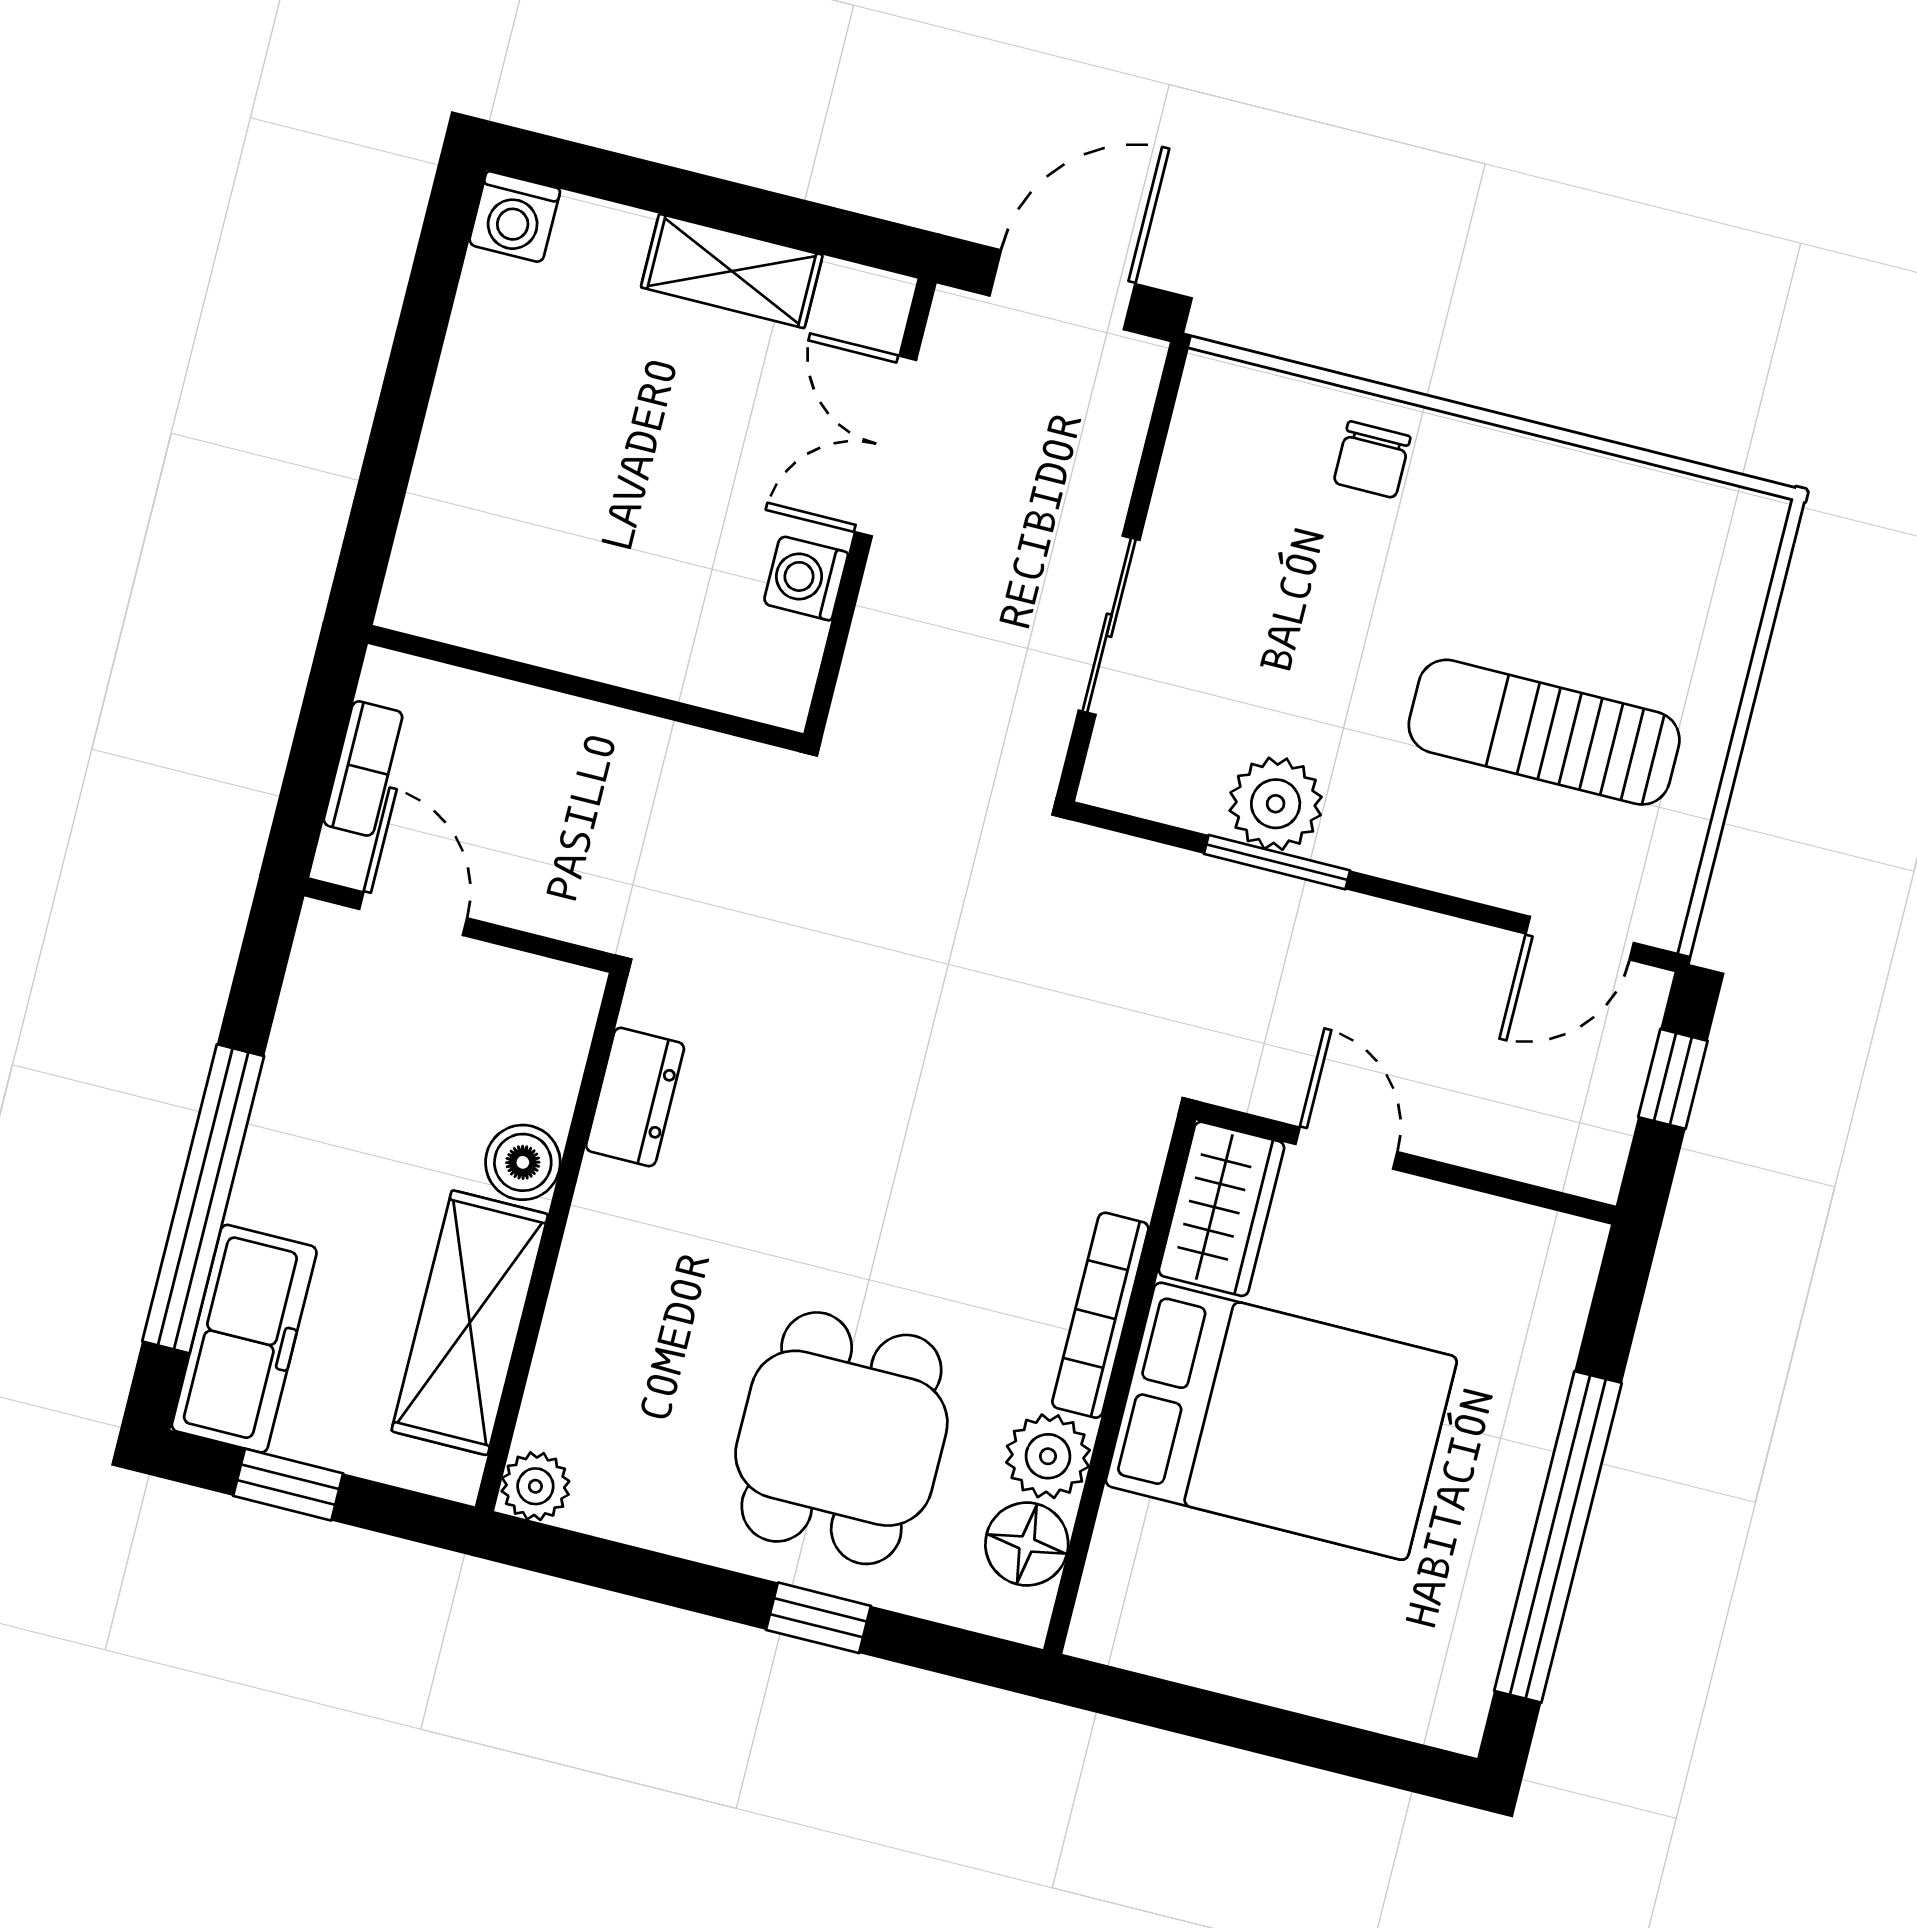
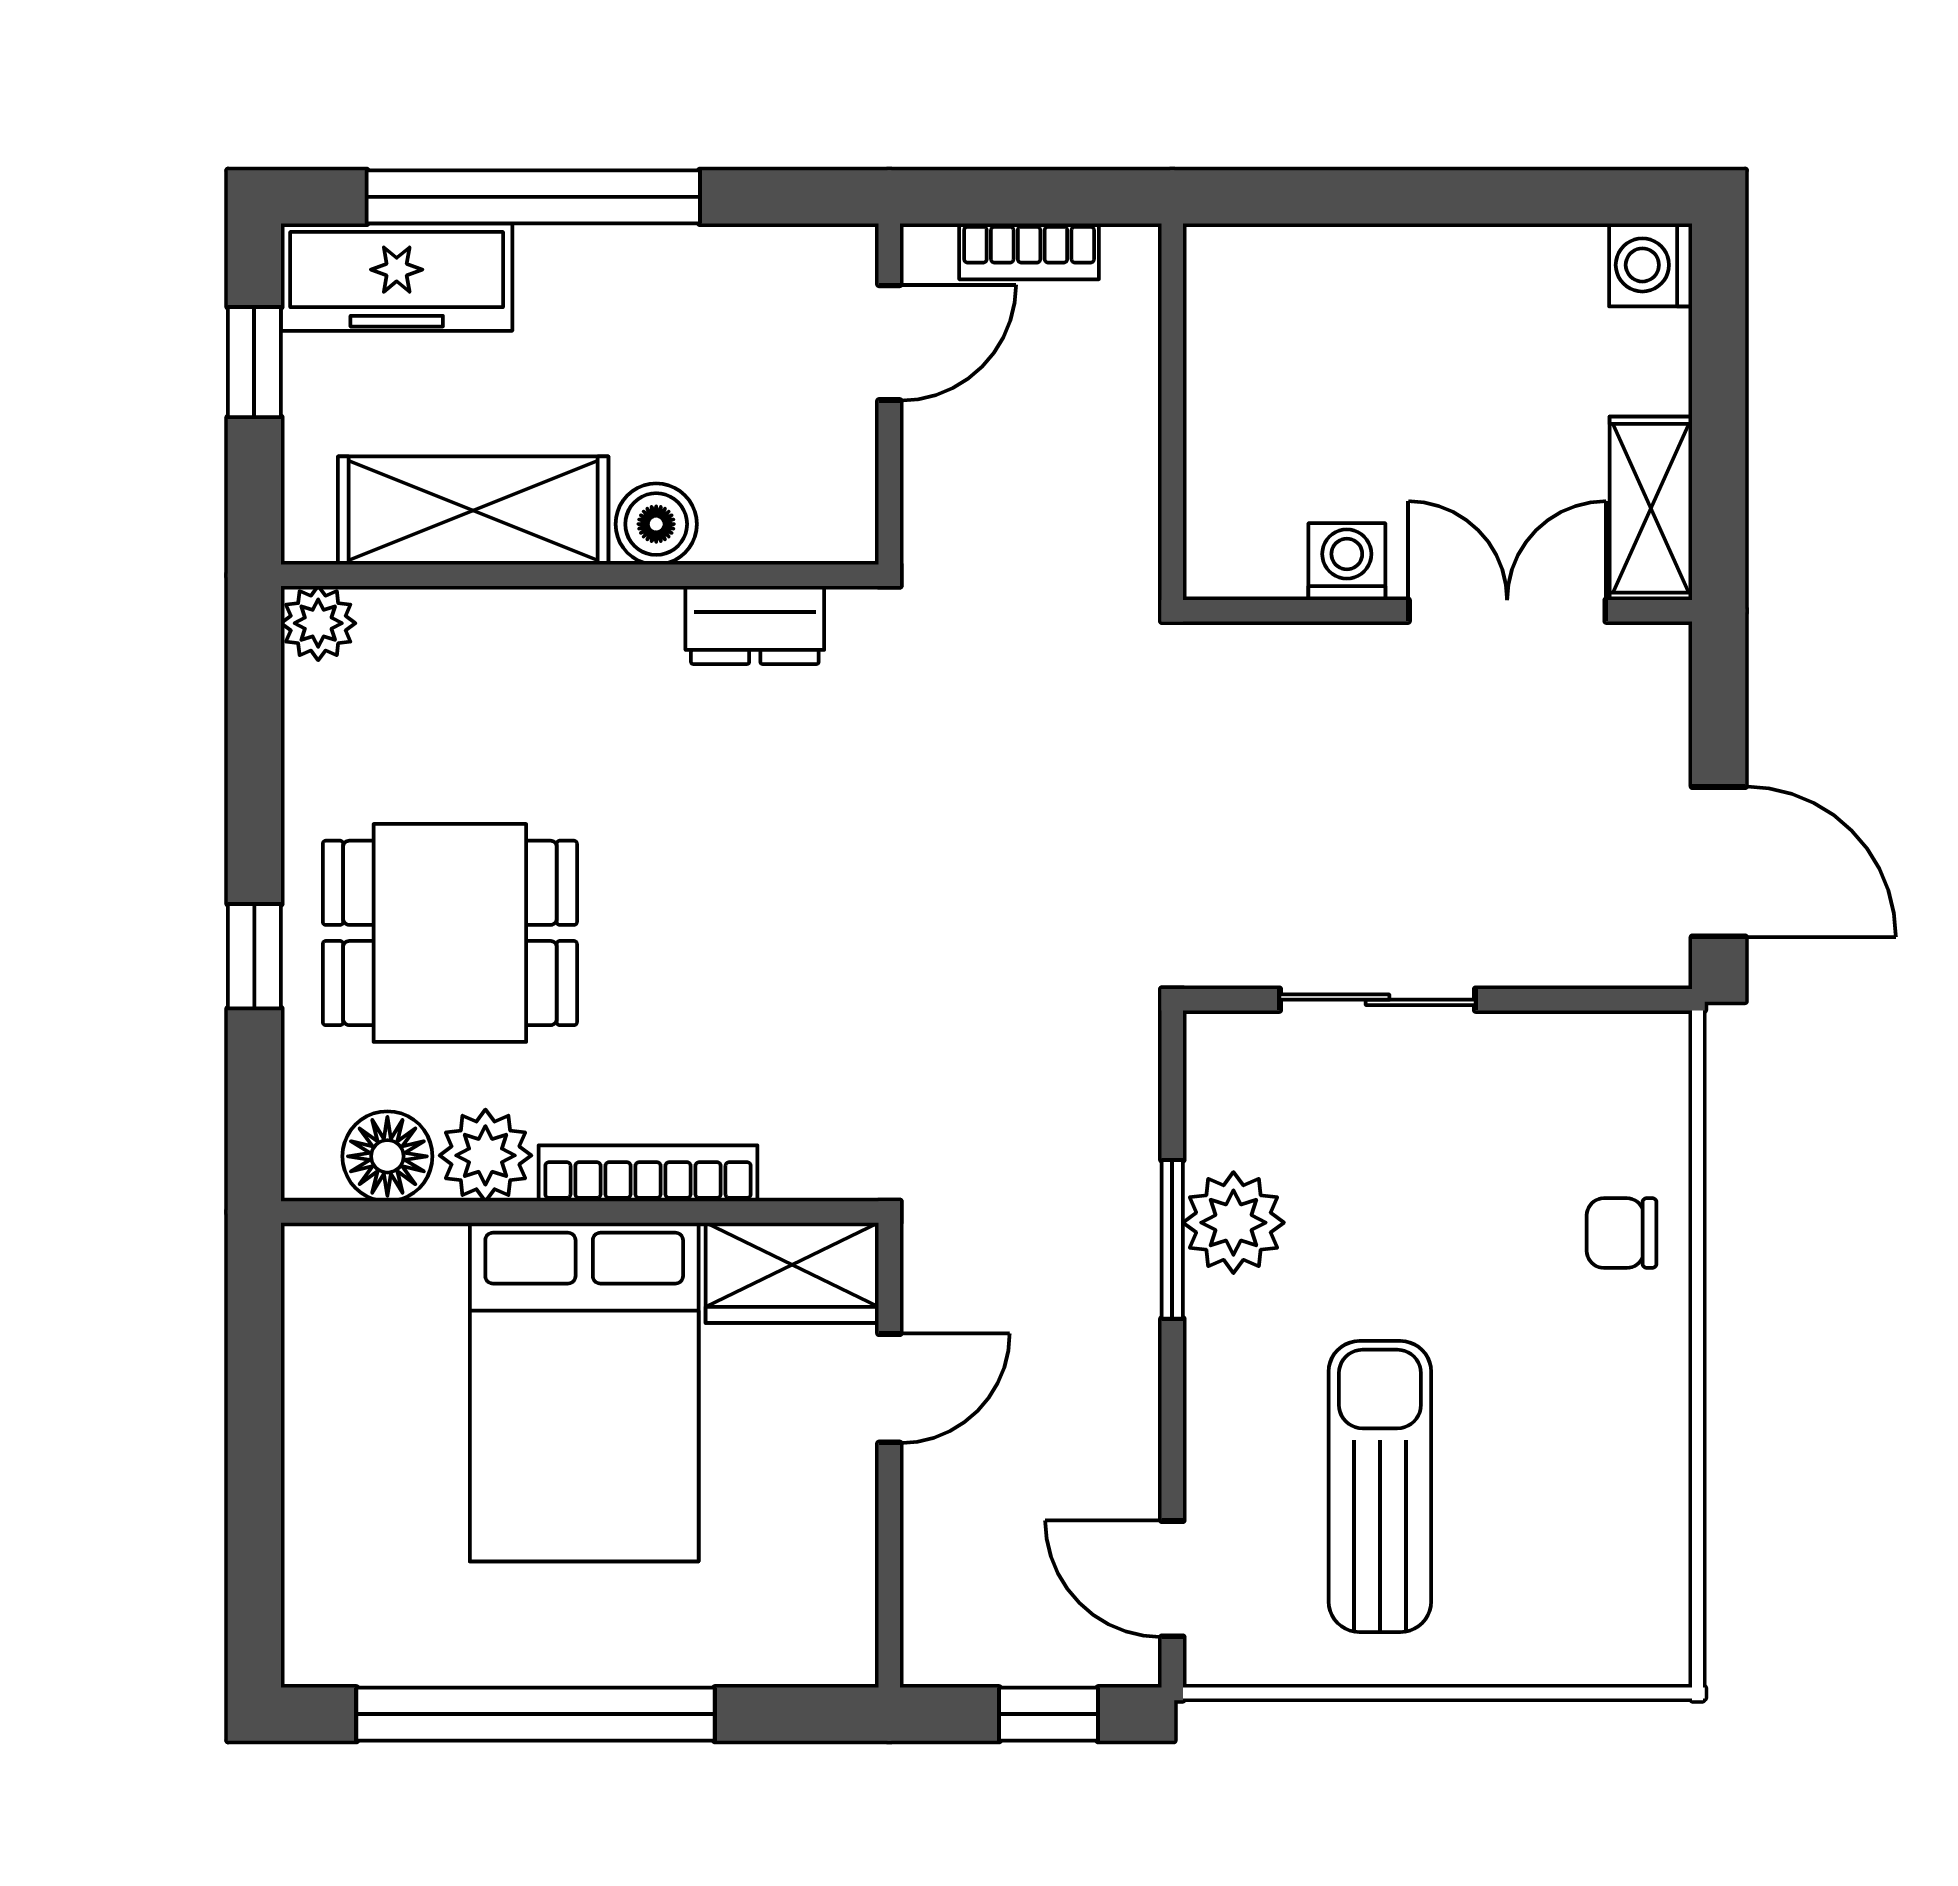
double door: (886, 446) -> (1507, 611), moved
wall: (870, 508) -> (1438, 611), moved
washing machine: (806, 578) -> (1347, 562), moved

